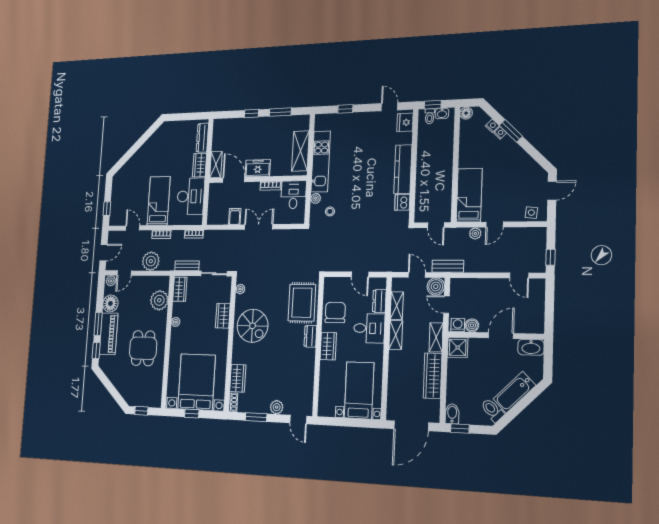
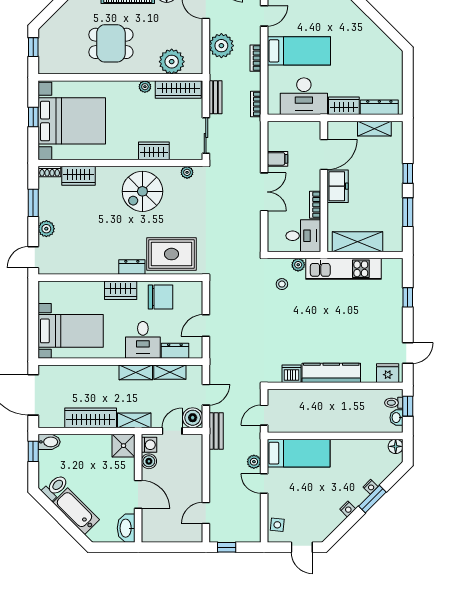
nightstand: (492, 126) -> (348, 509), moved
shelving: (216, 165) -> (374, 129), moved
wardrobe: (180, 289) -> (178, 89), width x1.50

